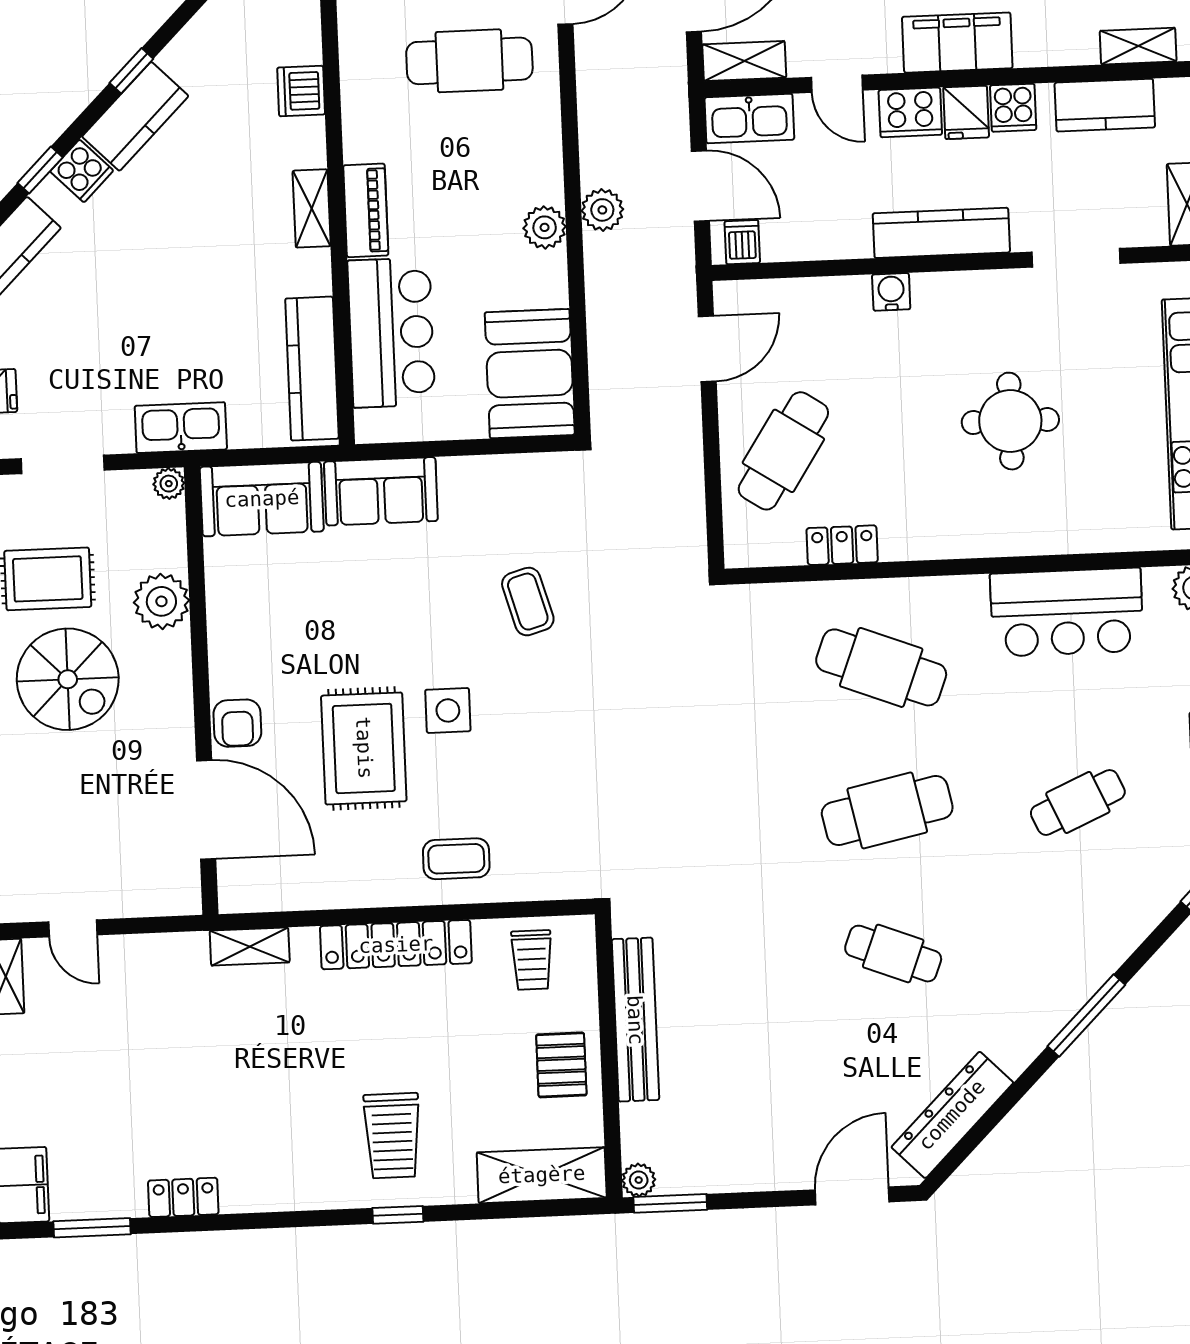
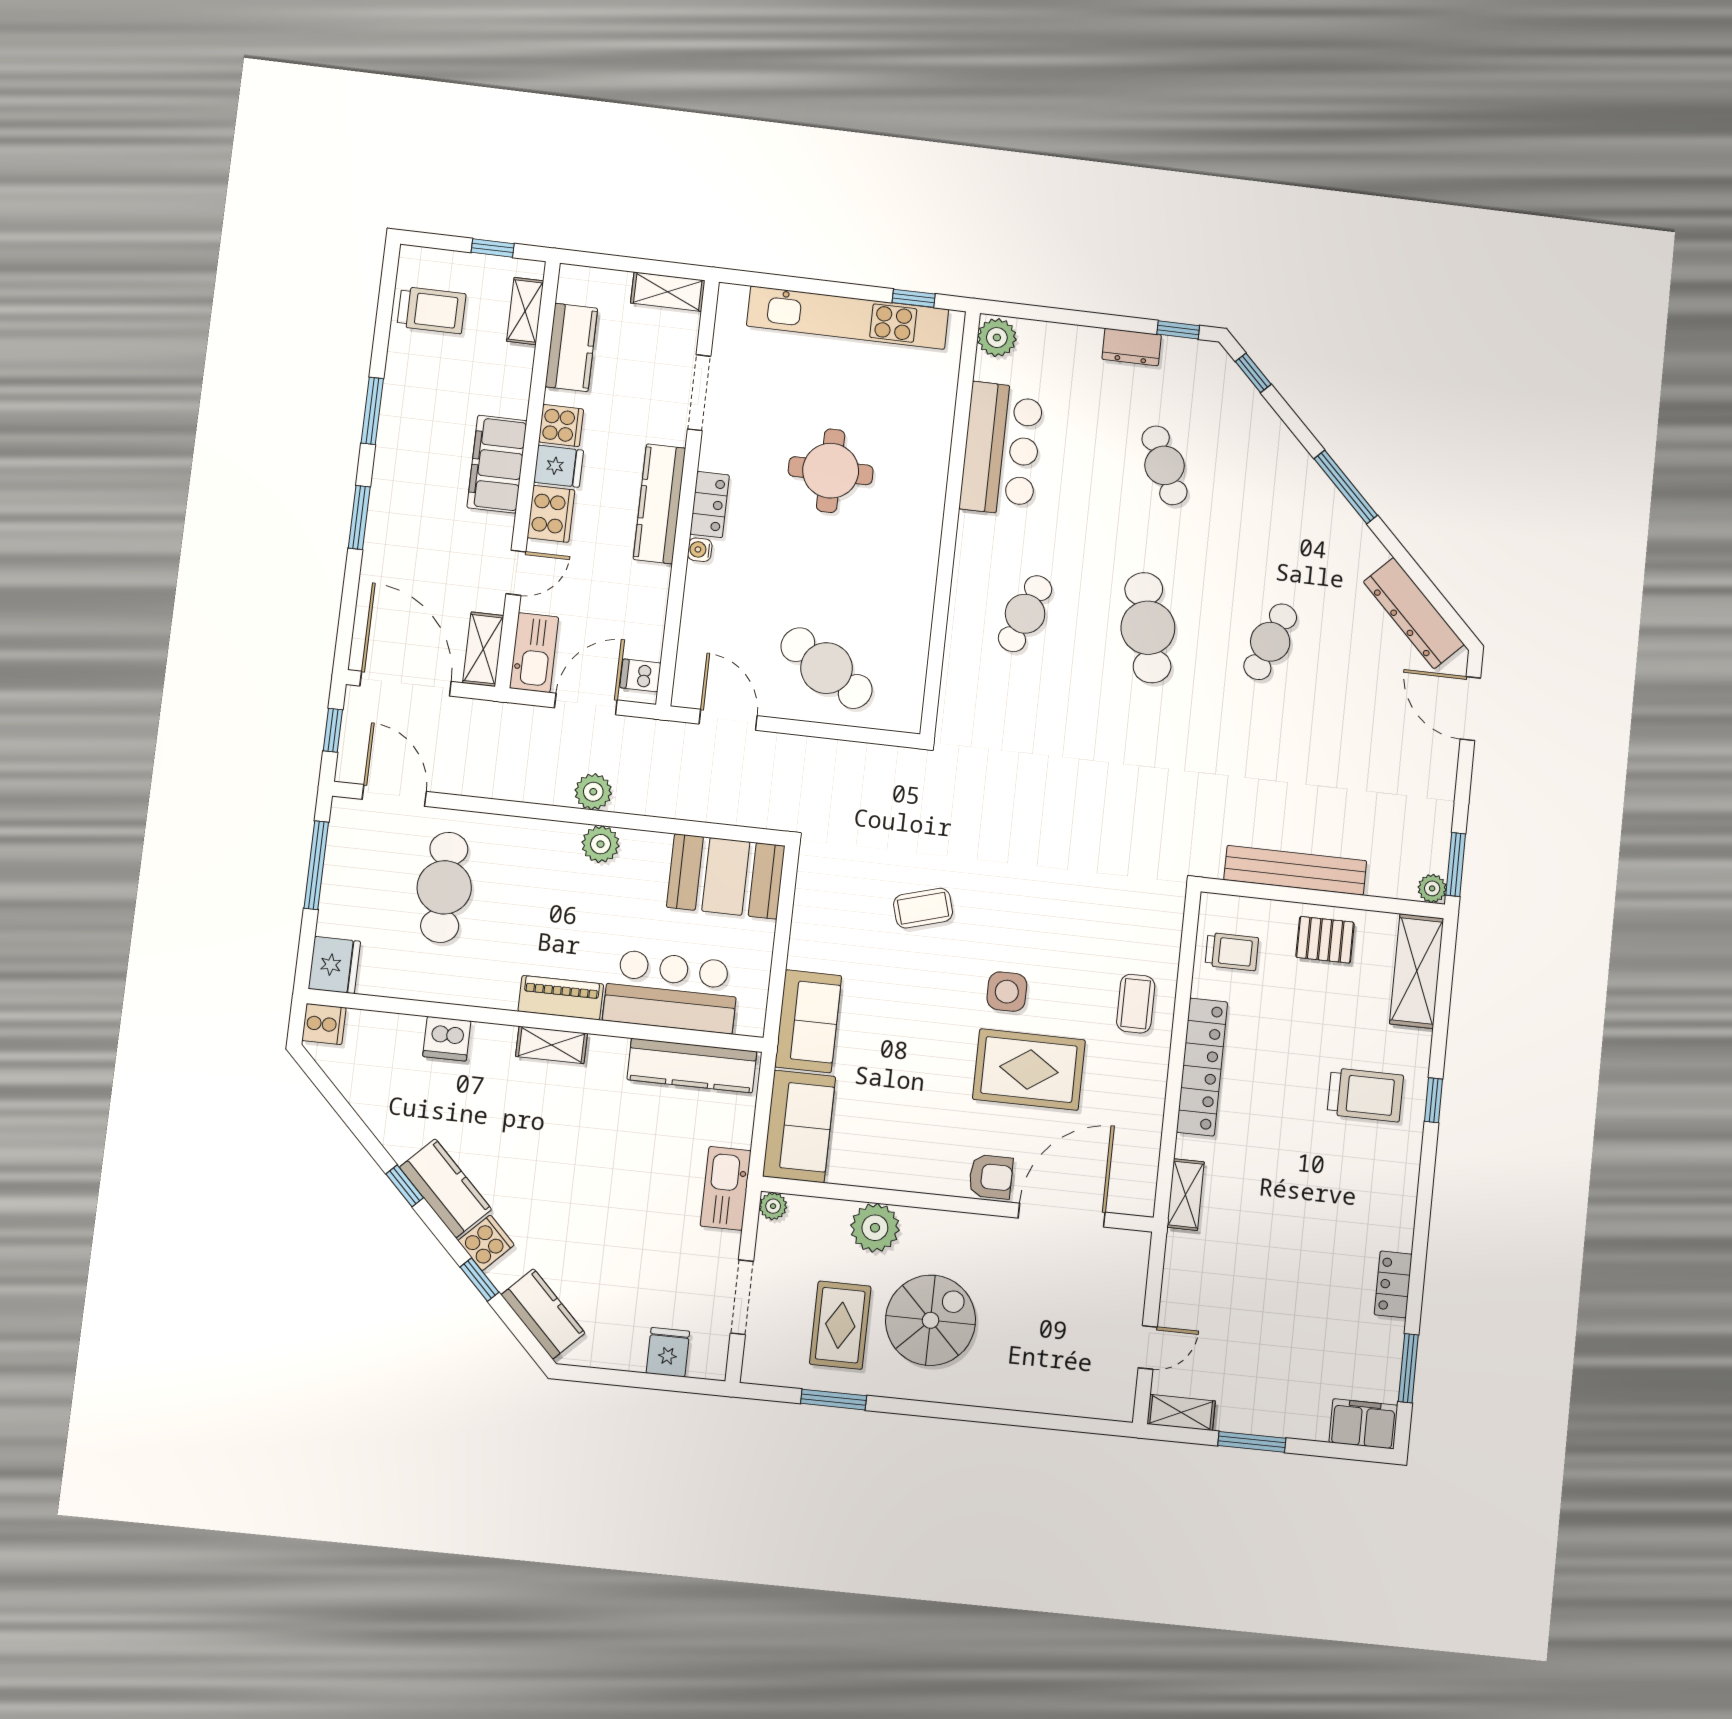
water cooler: (891, 292) -> (700, 550), width x0.72, depth x0.72
locker: (842, 545) -> (710, 505), moved, turned 180
cafe table: (881, 667) -> (1025, 614), width x0.73, depth x0.74

